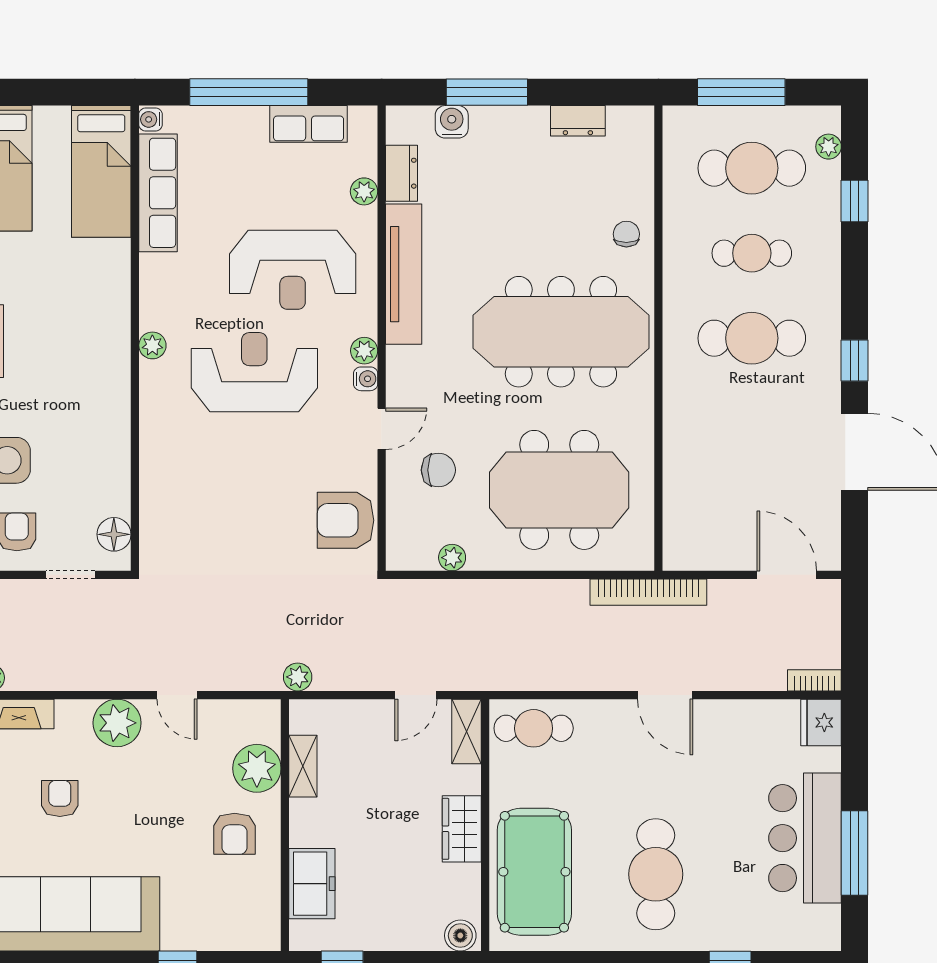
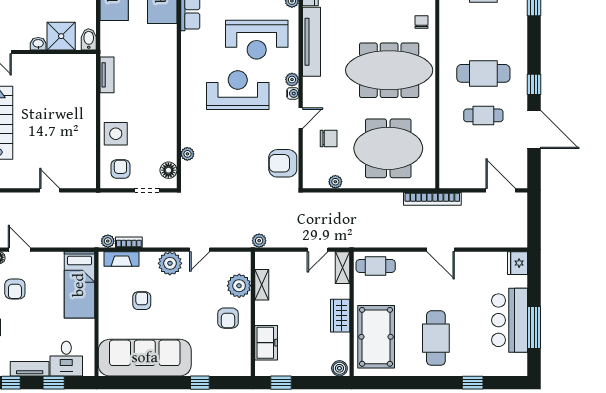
cafe table: (752, 253) -> (483, 115), moved
plant: (152, 345) -> (187, 154), moved
bookcase: (814, 680) -> (129, 242), moved
door: (177, 695) -> (200, 250), hinge flipped

